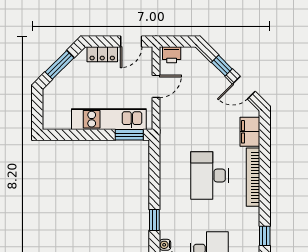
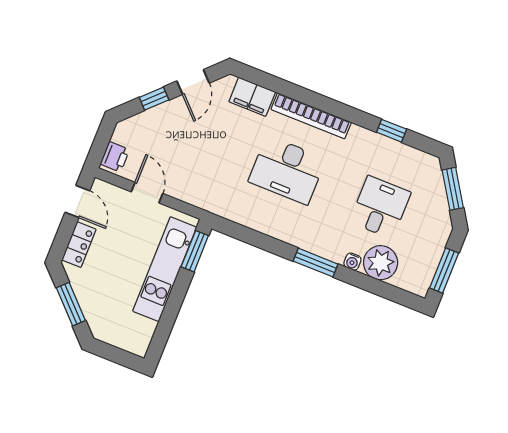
window: (154, 220) -> (316, 263), width x1.50

